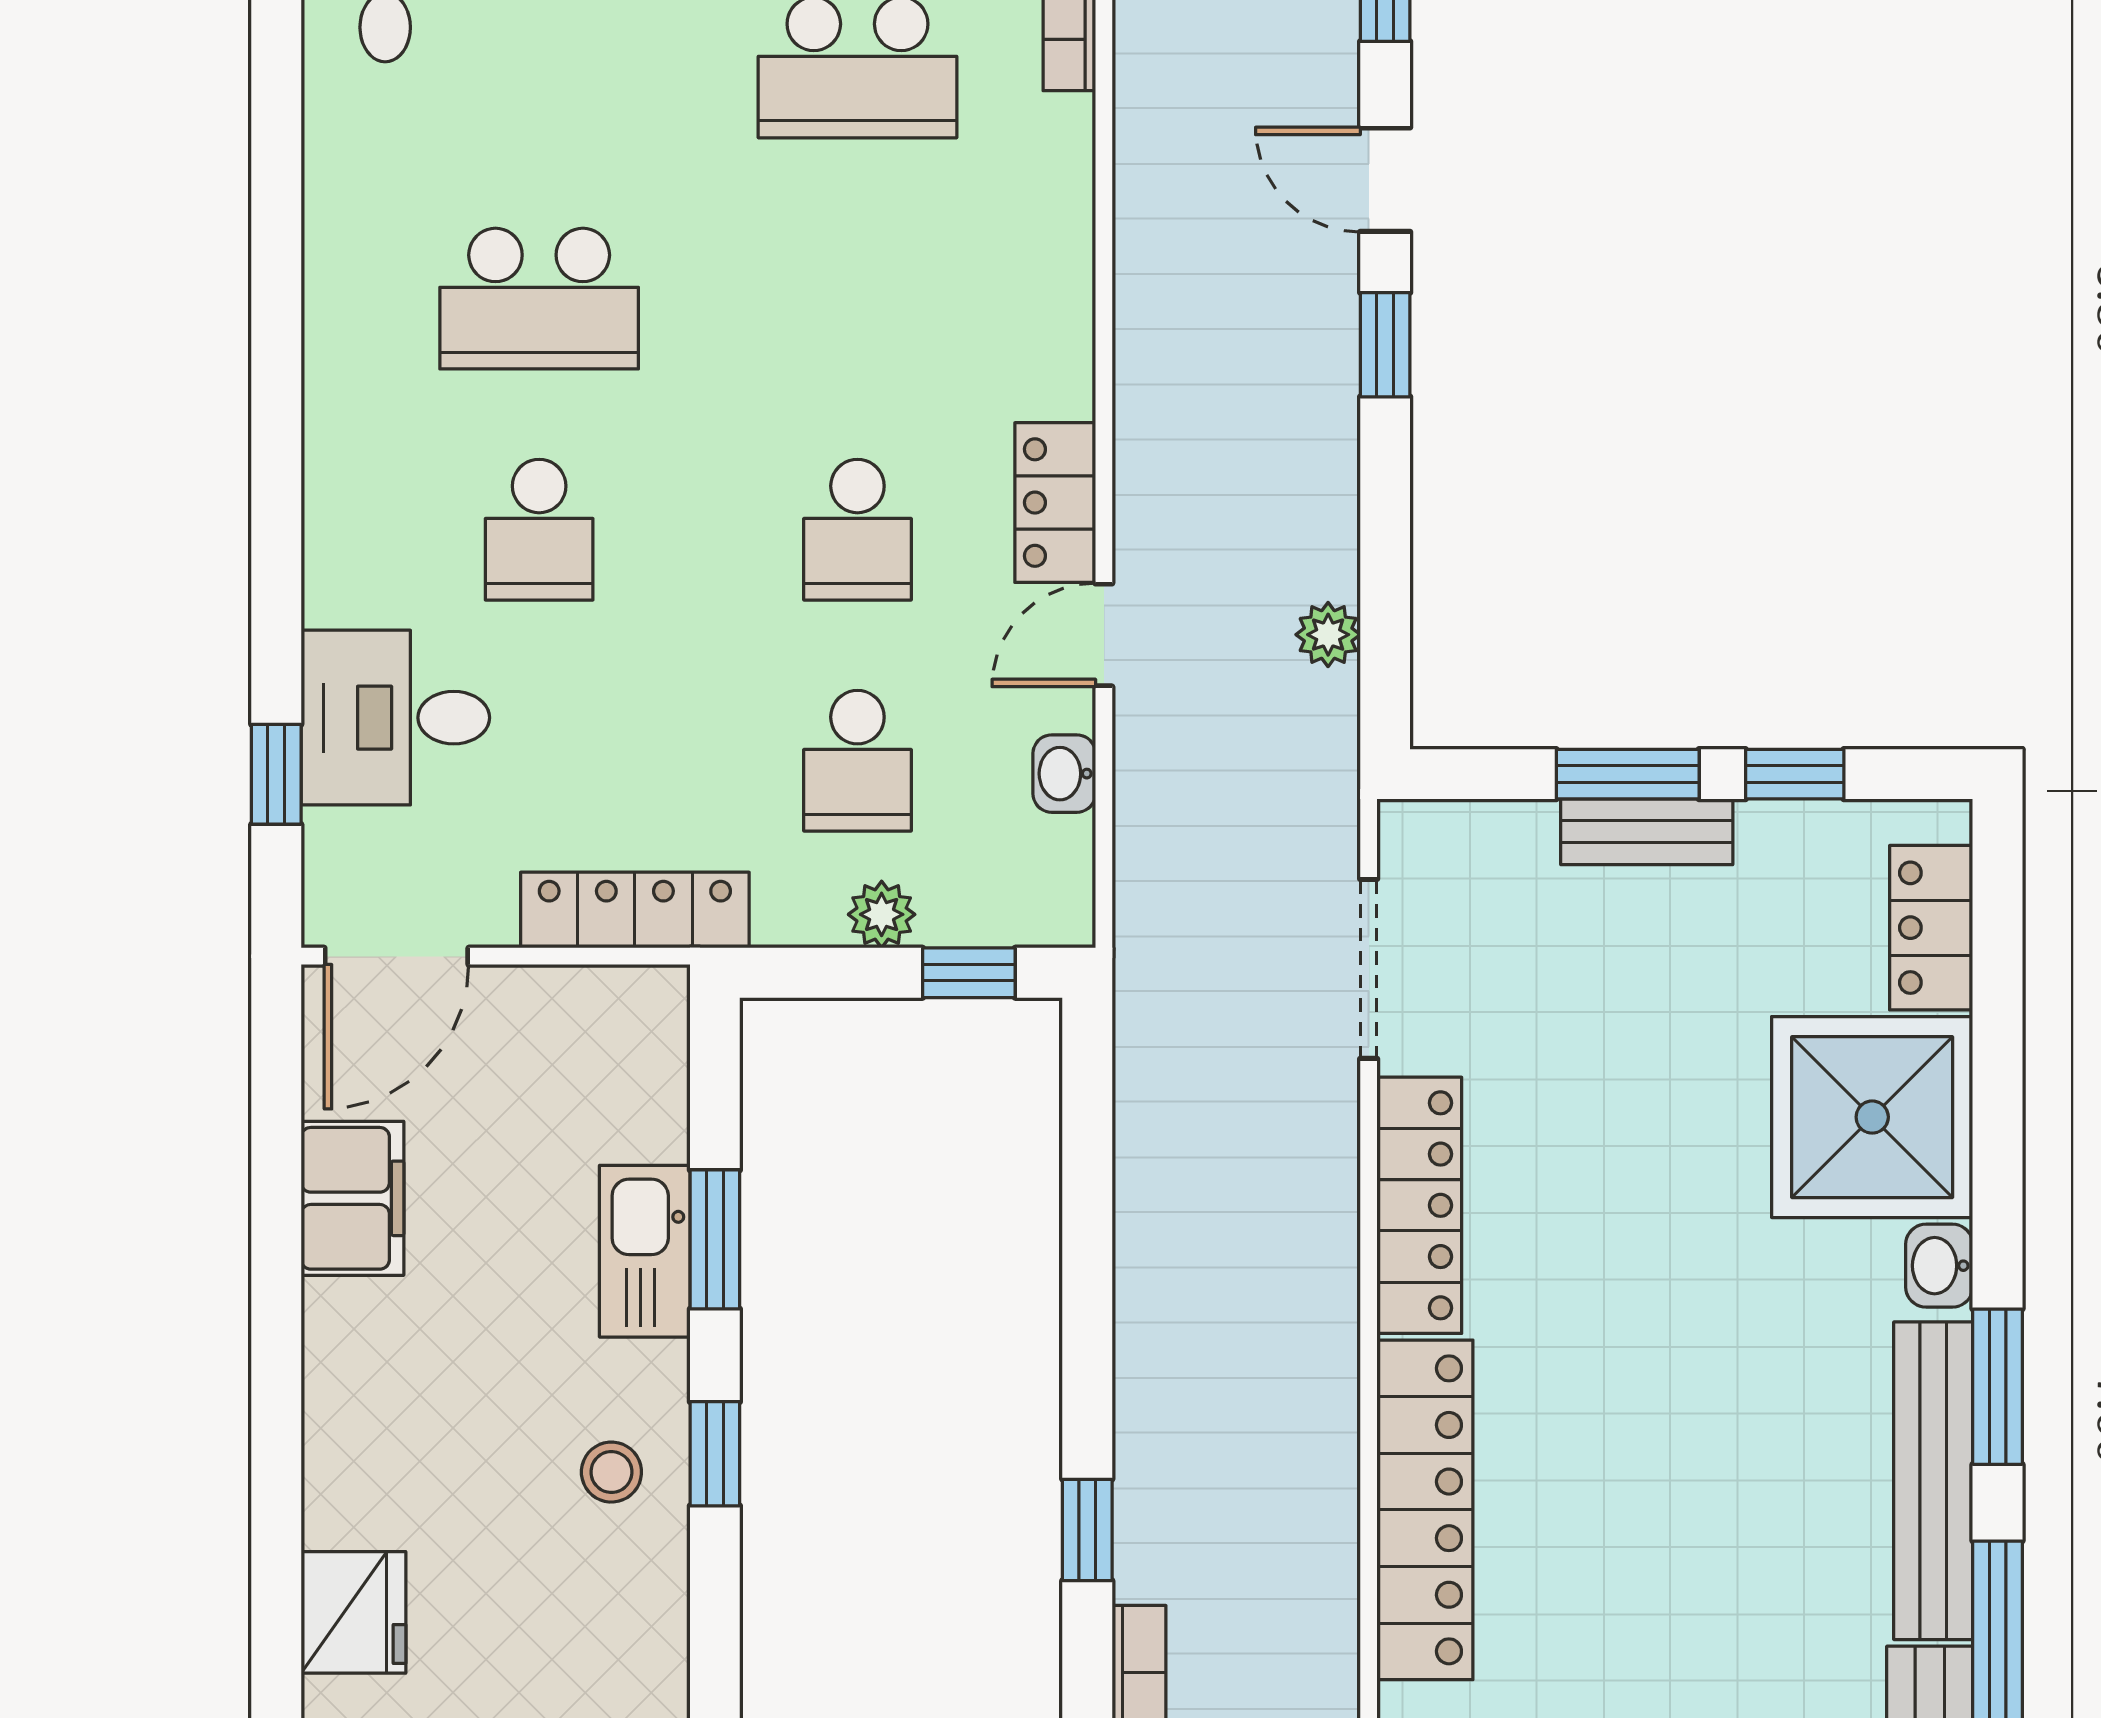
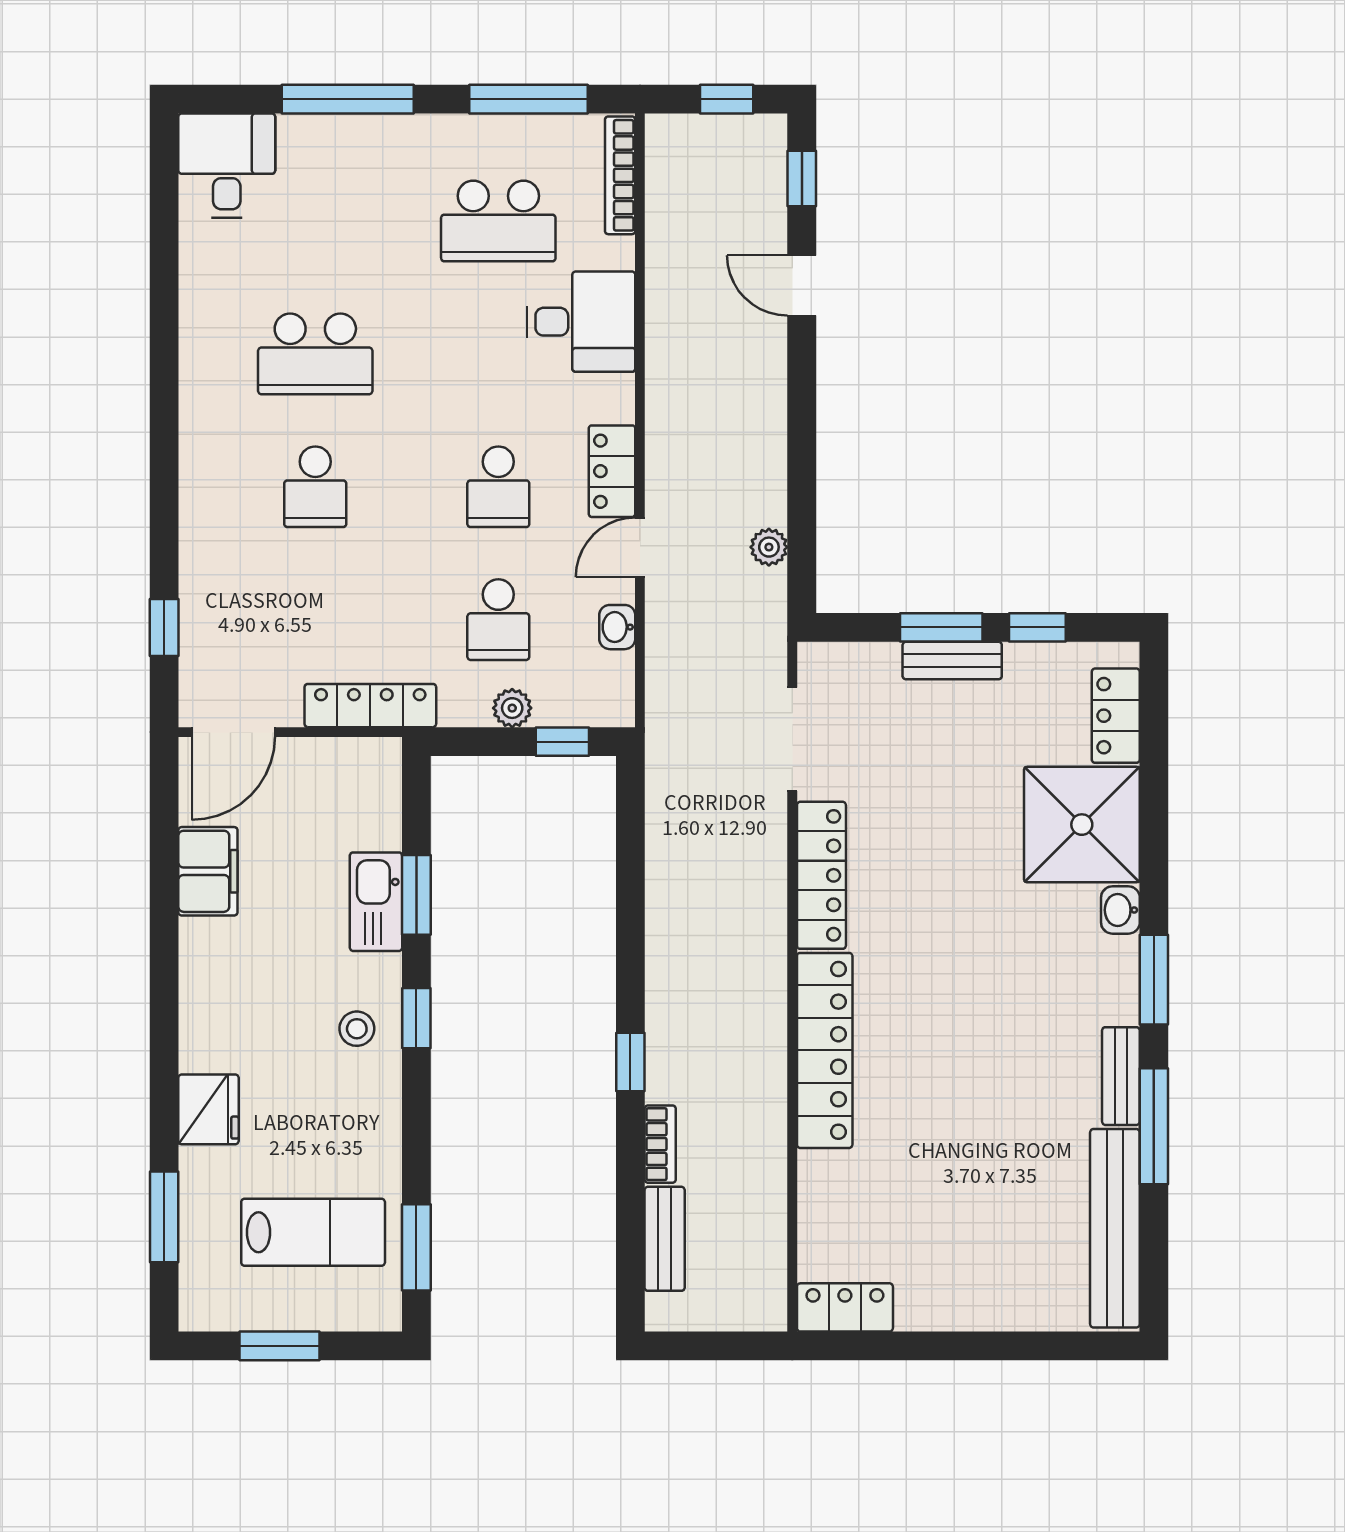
window: (1385, 345) -> (802, 380), removed
desk: (395, 718) -> (581, 322), moved, turned 180
bench: (1933, 1481) -> (1121, 1076), width x0.54, depth x0.82

